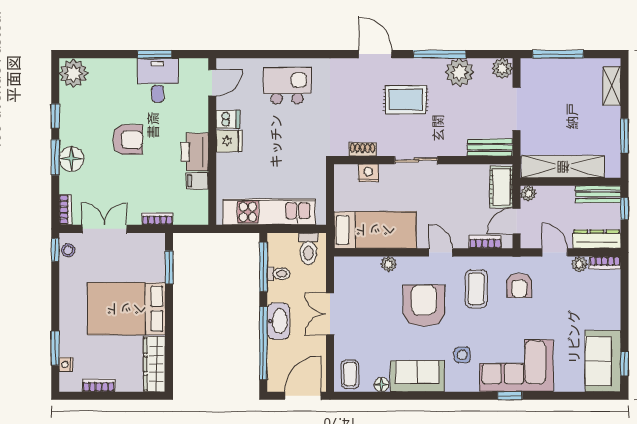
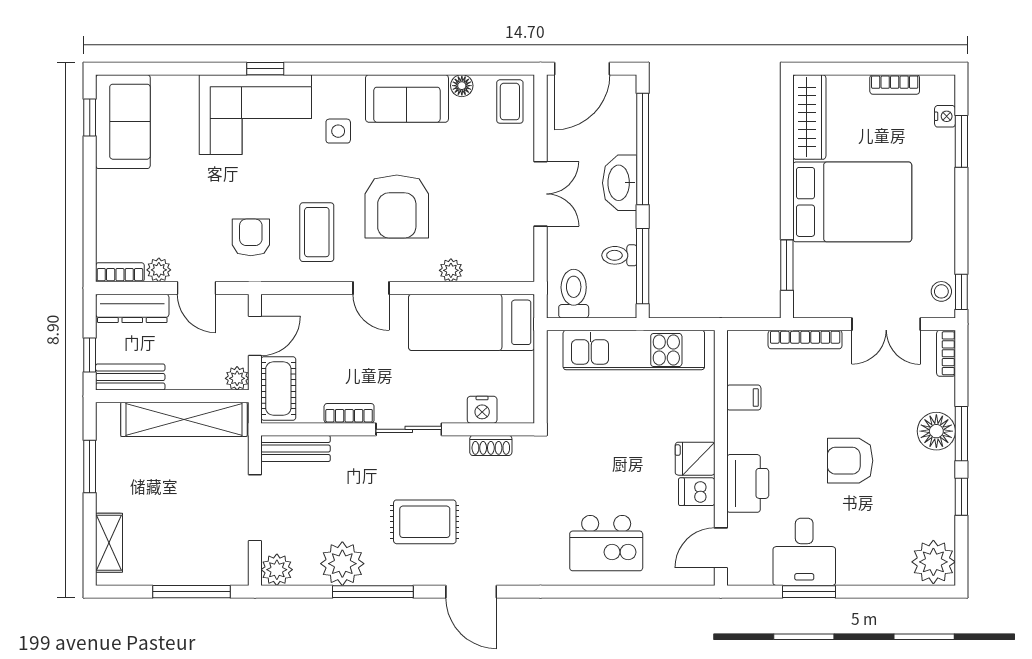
printer: (195, 152) -> (748, 483), moved
bookcase: (157, 219) -> (805, 340), width x1.56
bookcase: (485, 242) -> (349, 413), moved, turned 180

